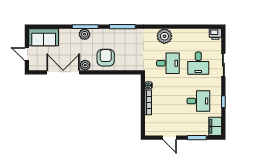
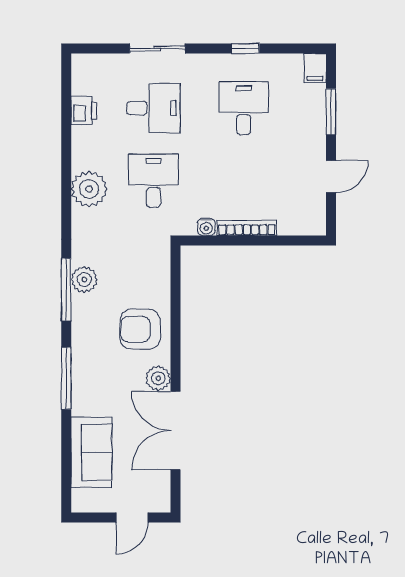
plant: (85, 34) -> (84, 280), moved
printer: (215, 34) -> (84, 111), moved
sofa: (44, 37) -> (91, 452), moved
filing cabinet: (215, 126) -> (315, 68), width x0.50

